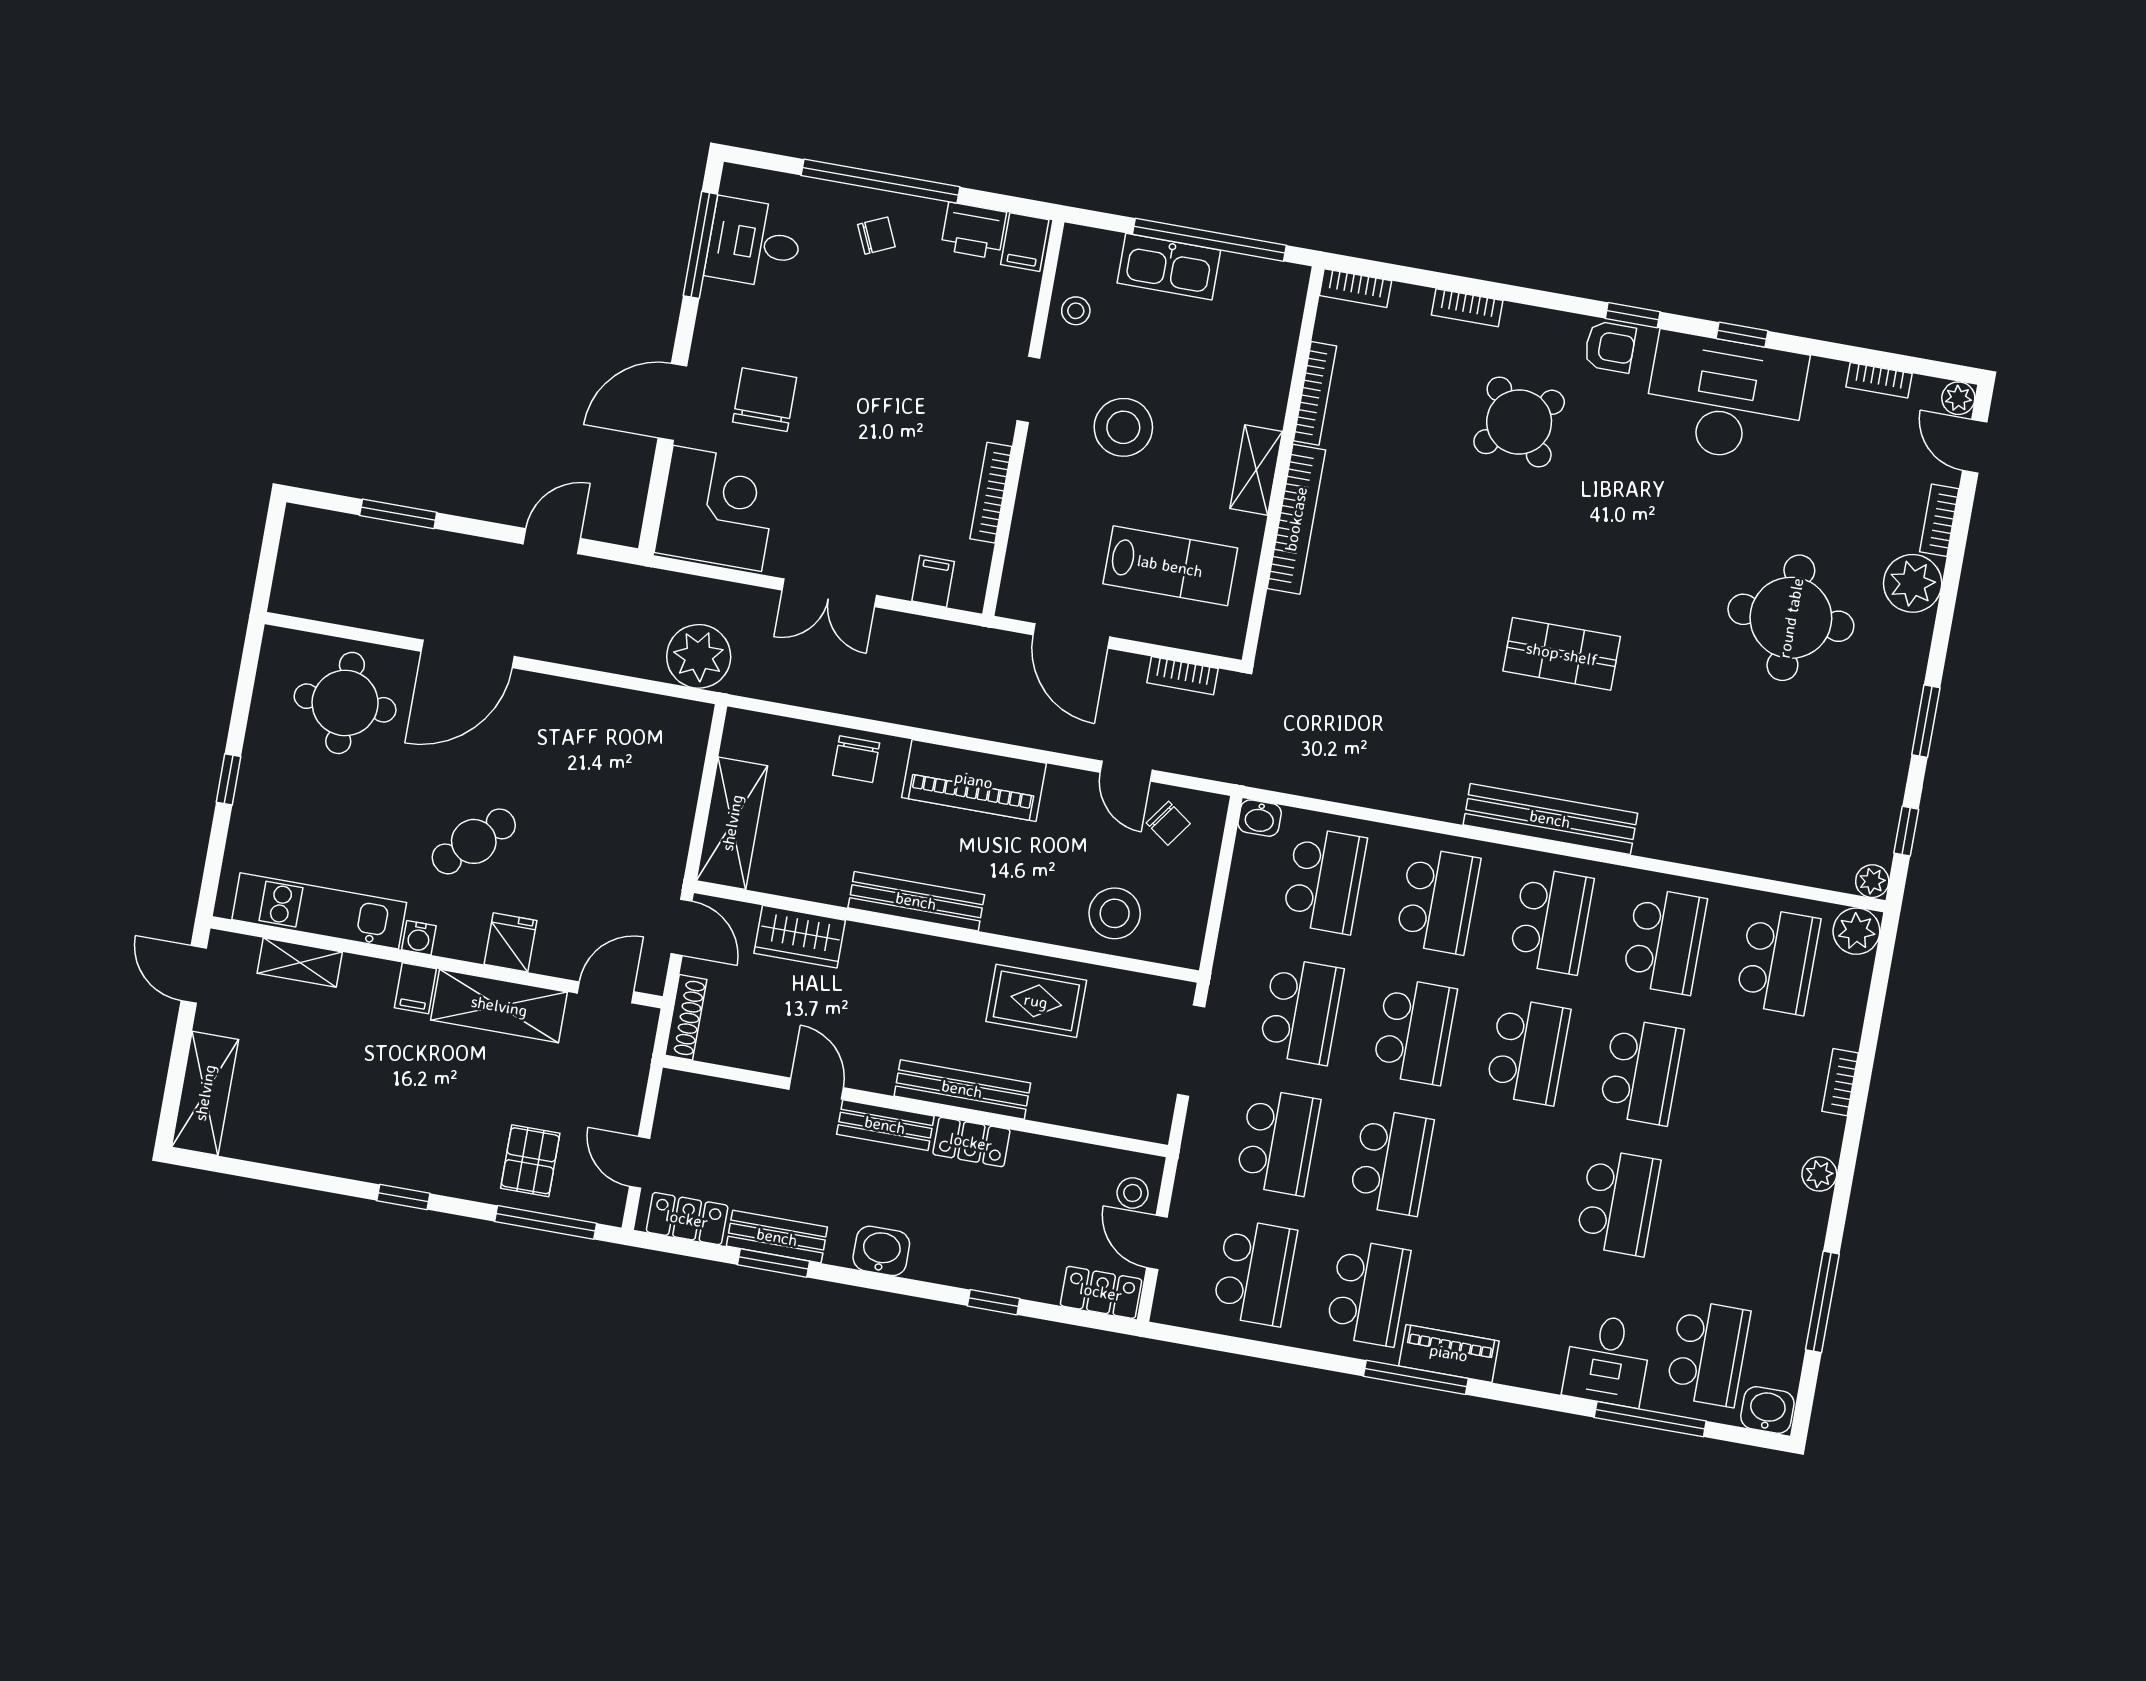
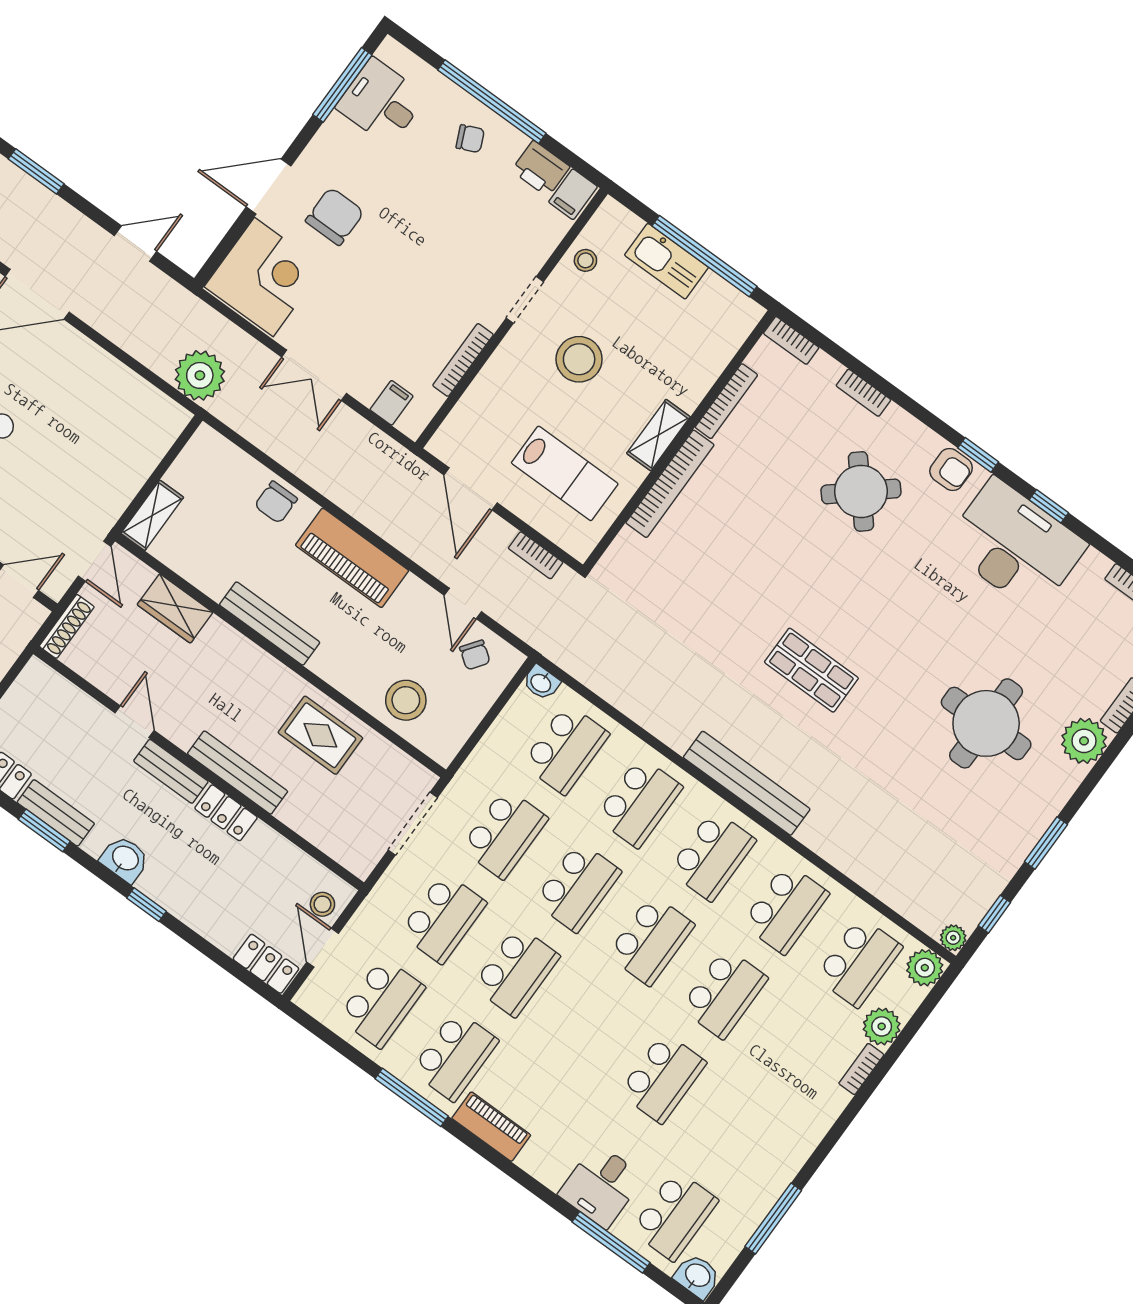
shelving: (732, 823) -> (152, 515), width x0.67, depth x0.75
plant: (1819, 1174) -> (882, 1026), moved, width x1.38, depth x1.38
window: (994, 1302) -> (146, 905), moved
window: (1416, 1377) -> (412, 1097), moved

